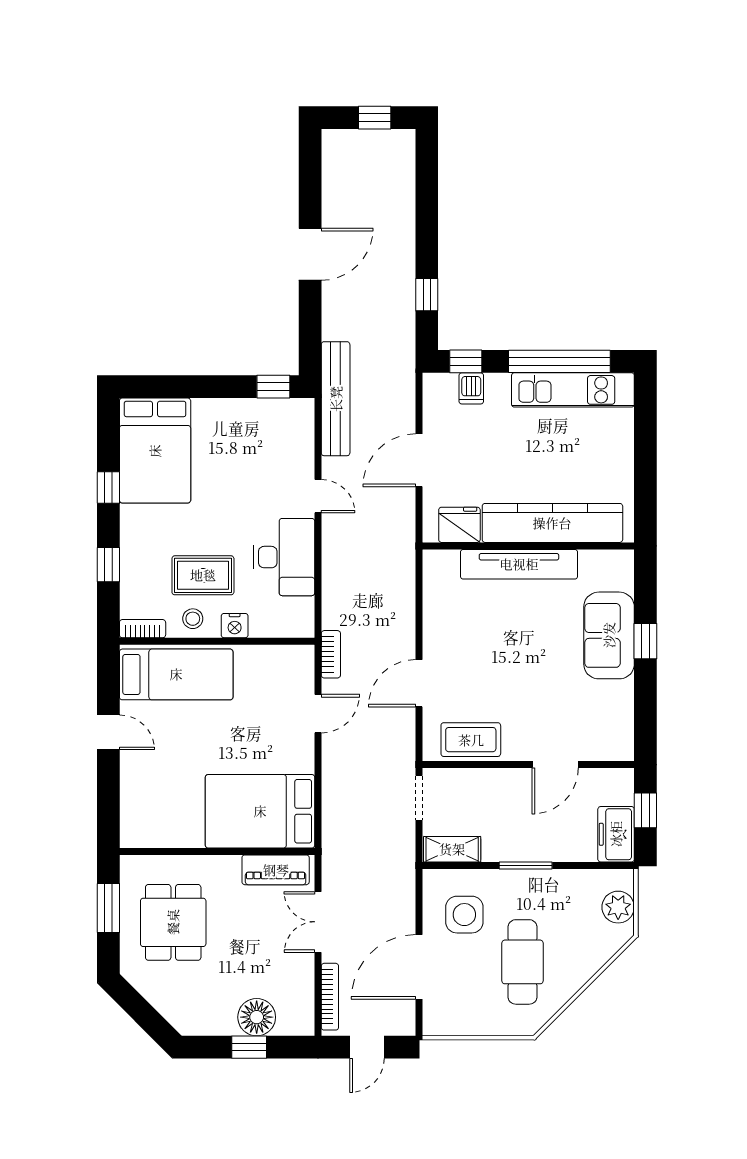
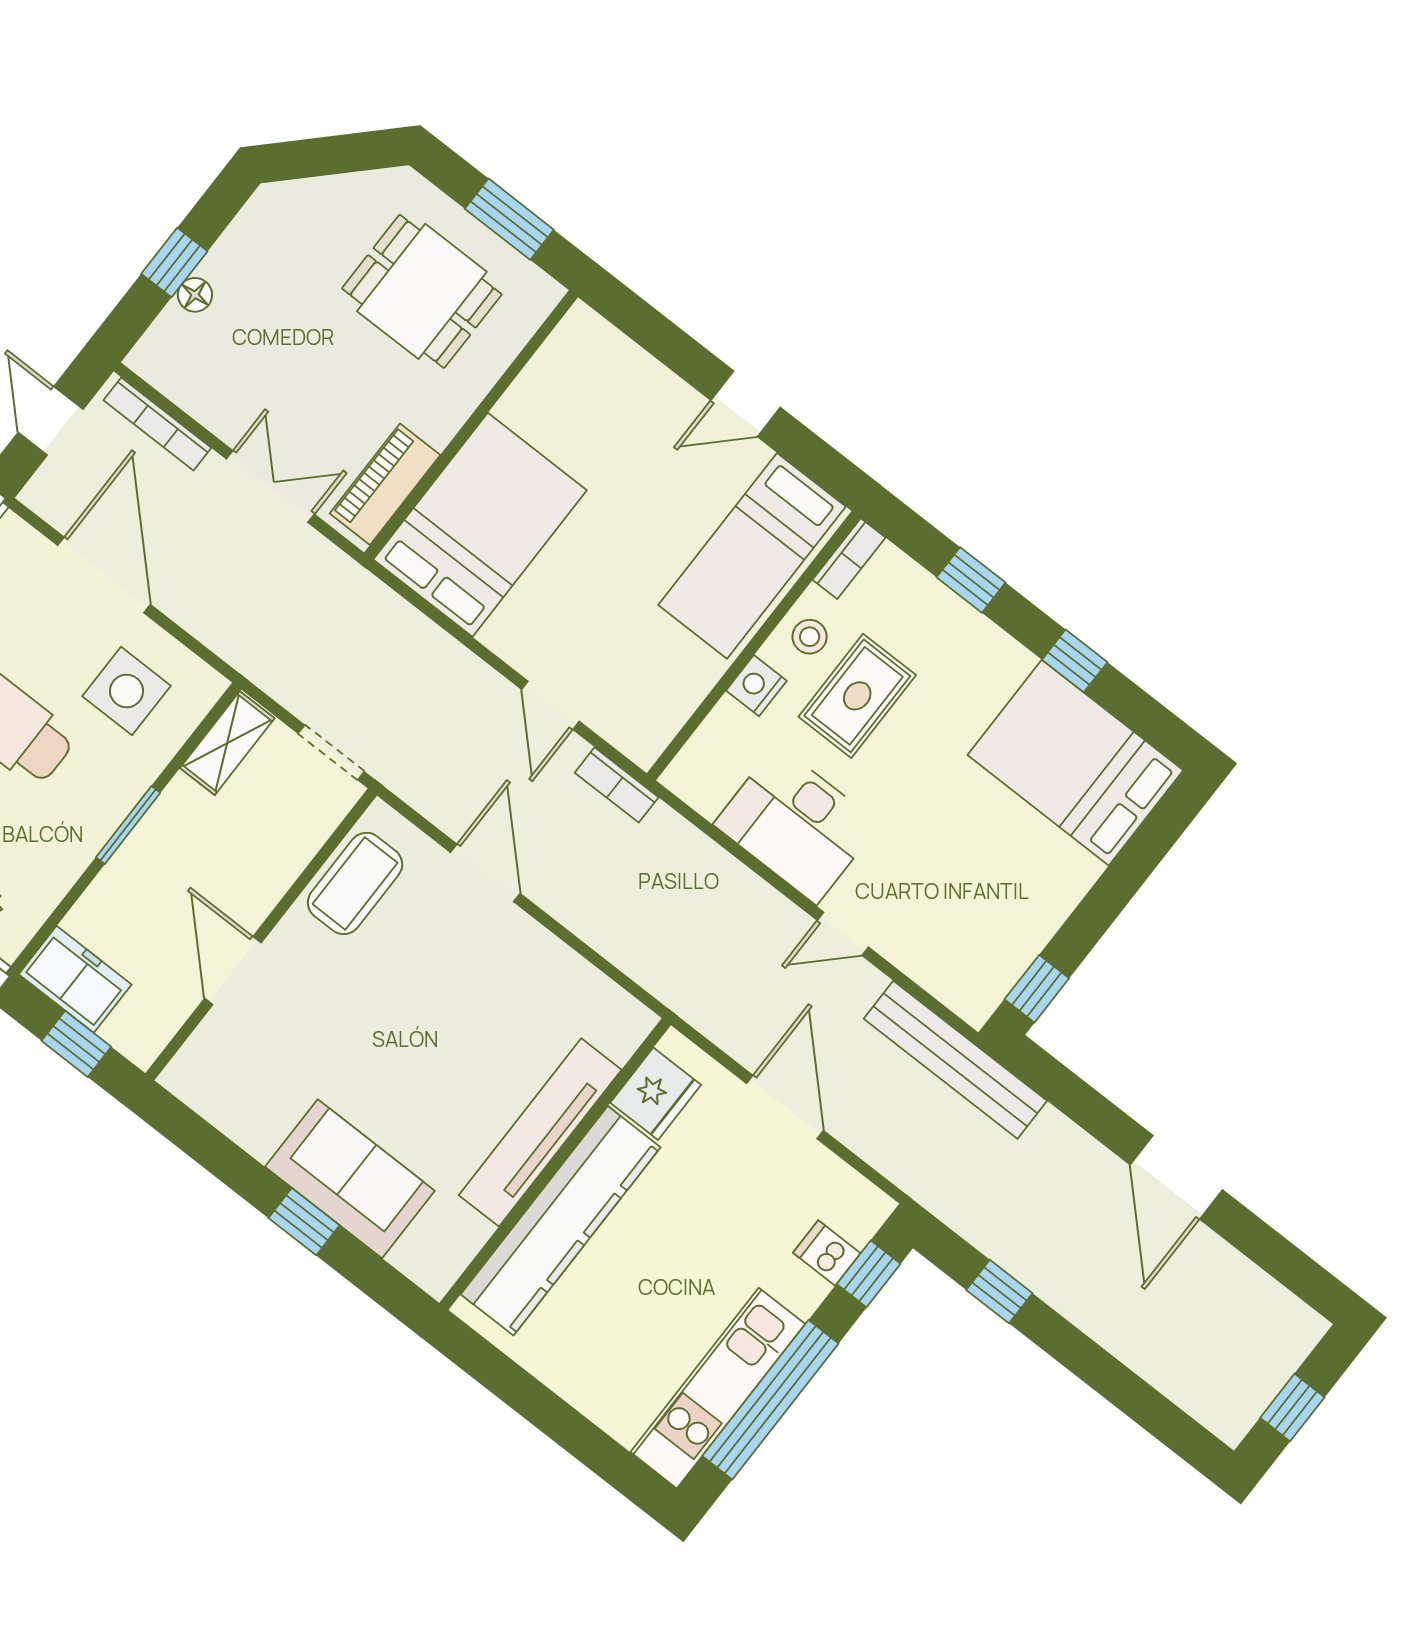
floor lamp: (257, 1017) -> (195, 295), width x0.53, depth x0.53

